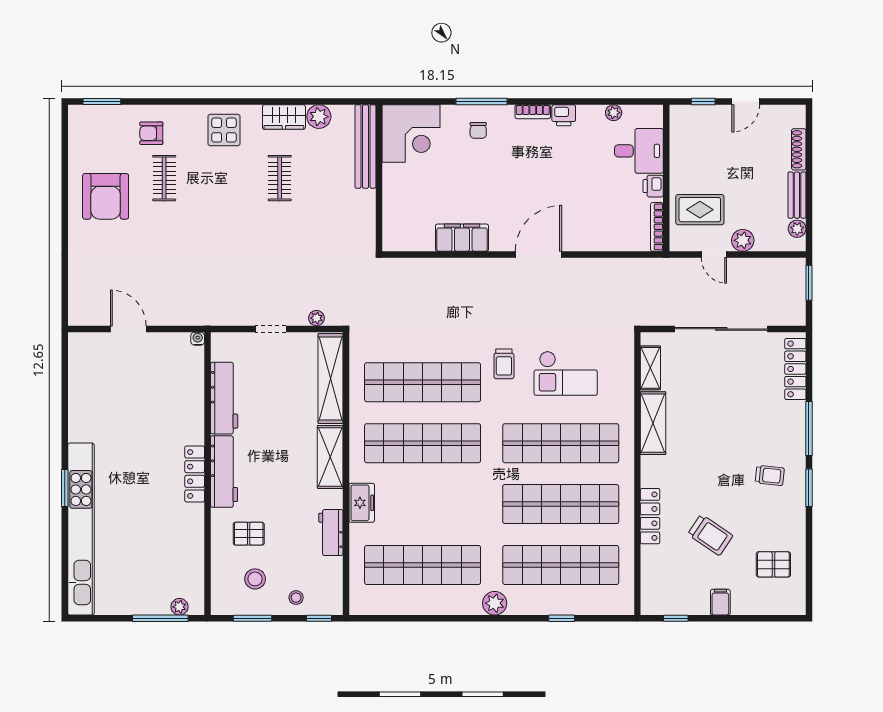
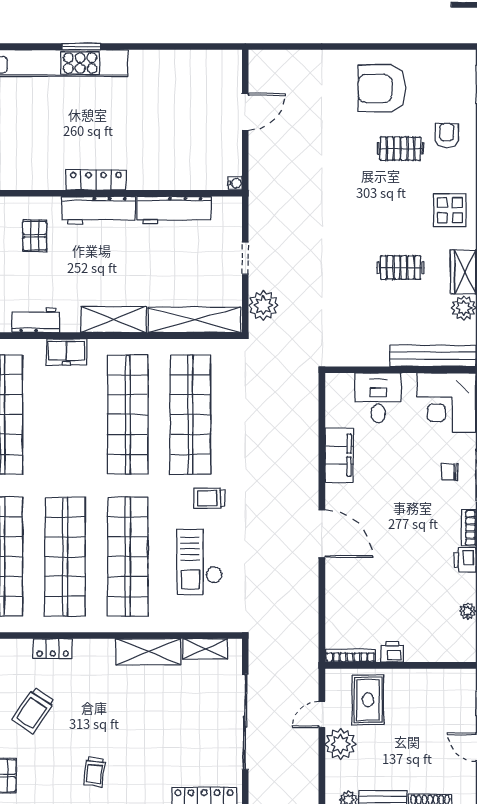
desk: (639, 151) -> (378, 398), moved, turned 180
plant: (743, 240) -> (341, 744), width x1.36, depth x1.36
plant: (316, 318) -> (263, 305), width x1.87, depth x1.87
locker: (650, 516) -> (53, 649), width x0.66

